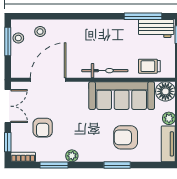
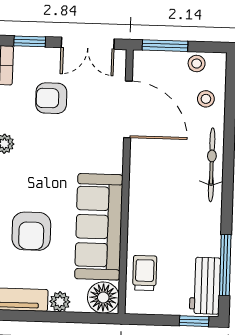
window: (8, 41) -> (165, 46), moved
bicycle: (105, 71) -> (212, 165), moved, turned 180
armchair: (126, 137) -> (31, 231), turned 180

